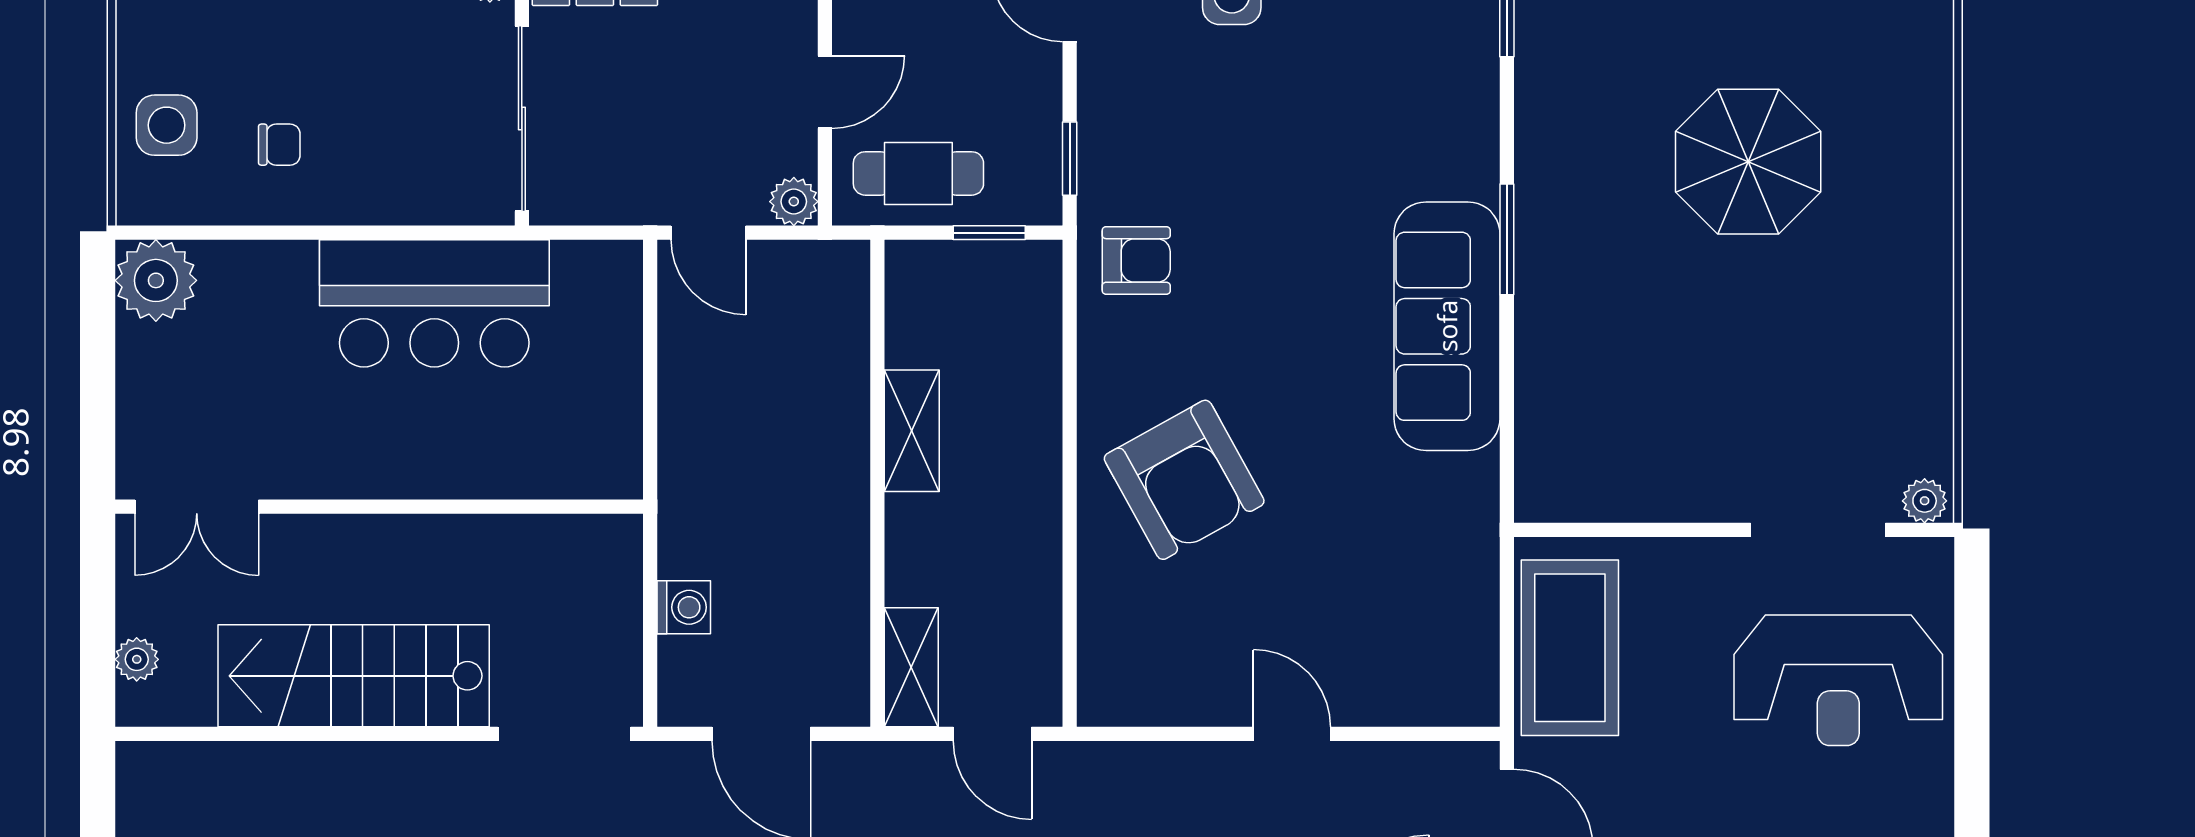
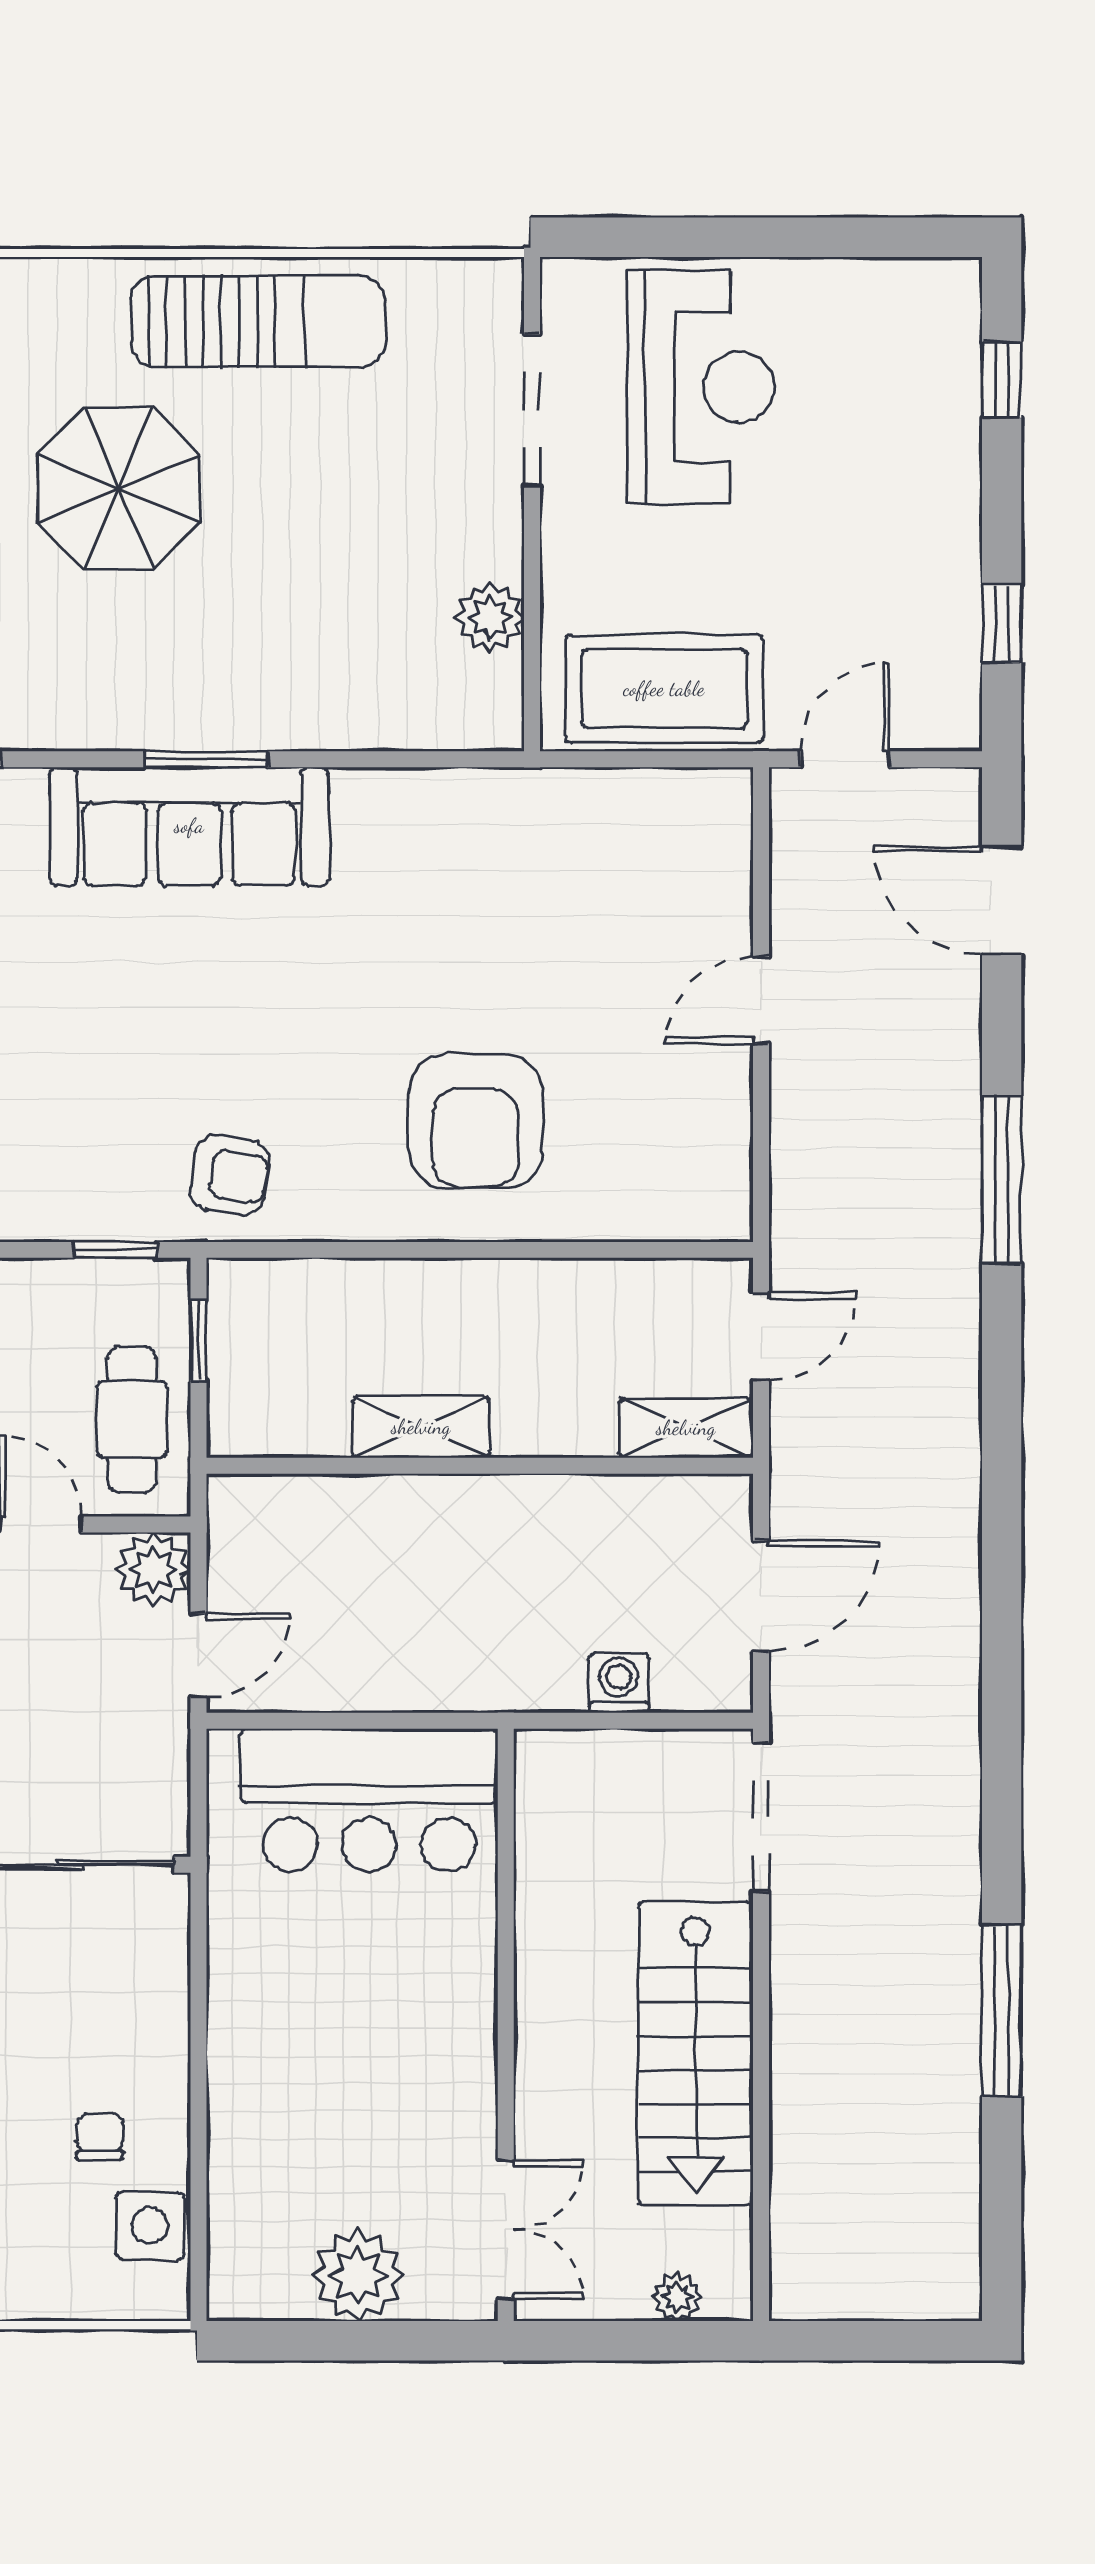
side table: (167, 125) -> (150, 2226), moved
plant: (794, 202) -> (153, 1570), width x1.38, depth x1.38
armchair: (1136, 260) -> (230, 1175), turned 99
plant: (156, 280) -> (358, 2275), moved
sun lounger: (1897, 286) -> (258, 321), added
bar counter: (434, 303) -> (369, 1800), moved, turned 90
sofa: (1447, 326) -> (189, 826), moved
armchair: (1184, 480) -> (476, 1121), turned 119
plant: (1925, 501) -> (490, 617), moved, width x1.38, depth x1.38

